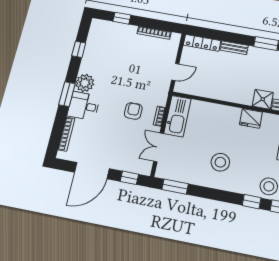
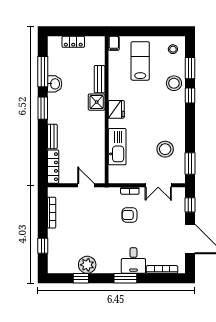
plant: (85, 83) -> (87, 265), moved
kitchen sink: (177, 116) -> (117, 147), moved, turned 90
stool: (220, 162) -> (165, 149), moved

